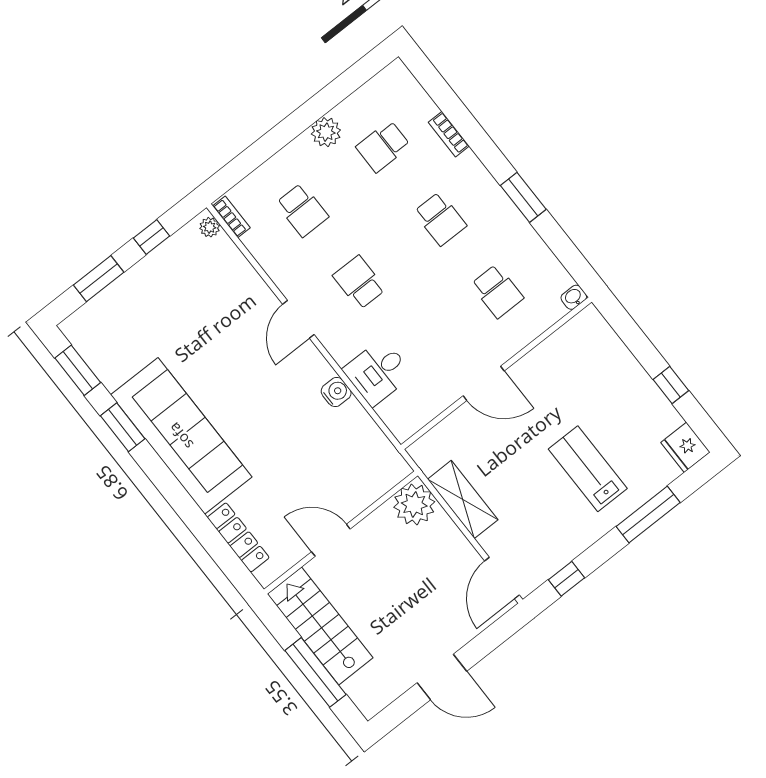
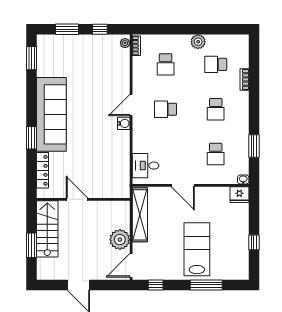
window: (523, 197) -> (254, 146), moved
school desk: (359, 282) -> (166, 109), turned -90
desk: (378, 372) -> (146, 166), moved
water cooler: (336, 392) -> (124, 123), moved
window: (123, 427) -> (31, 138), moved
fridge: (685, 447) -> (239, 195), moved, turned -90
lab bench: (588, 469) -> (197, 249), width x1.36, depth x1.39
shelving: (463, 499) -> (140, 215), width x1.47
plant: (414, 504) -> (120, 240), moved
window: (316, 672) -> (31, 245), width x0.69

